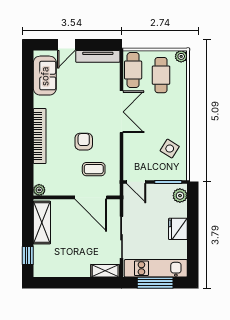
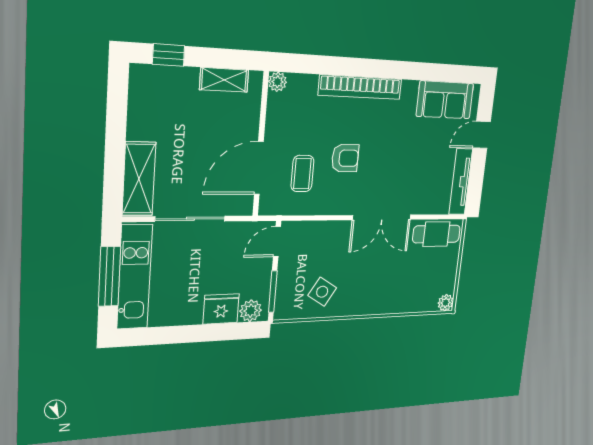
door: (66, 45) -> (482, 135), hinge flipped
cafe table: (161, 75) -> (425, 275), removed
shelving: (42, 223) -> (224, 80), width x0.67, depth x0.75
fridge: (178, 229) -> (221, 309), moved
shelving: (105, 271) -> (139, 179), width x1.50, depth x1.33

